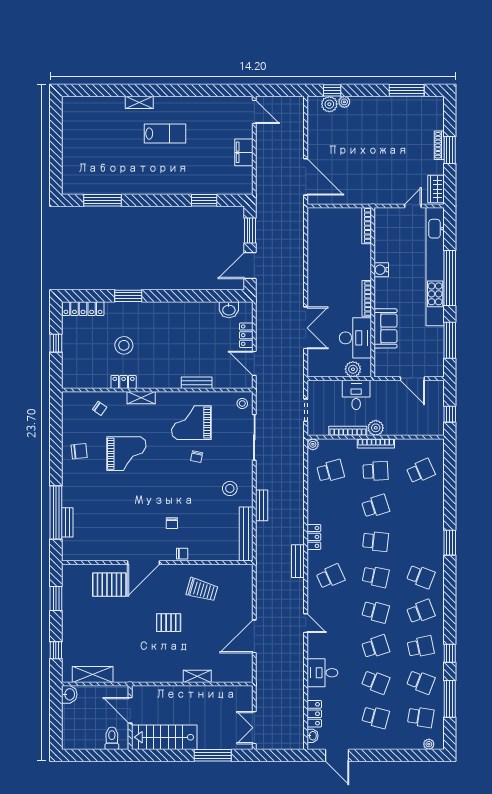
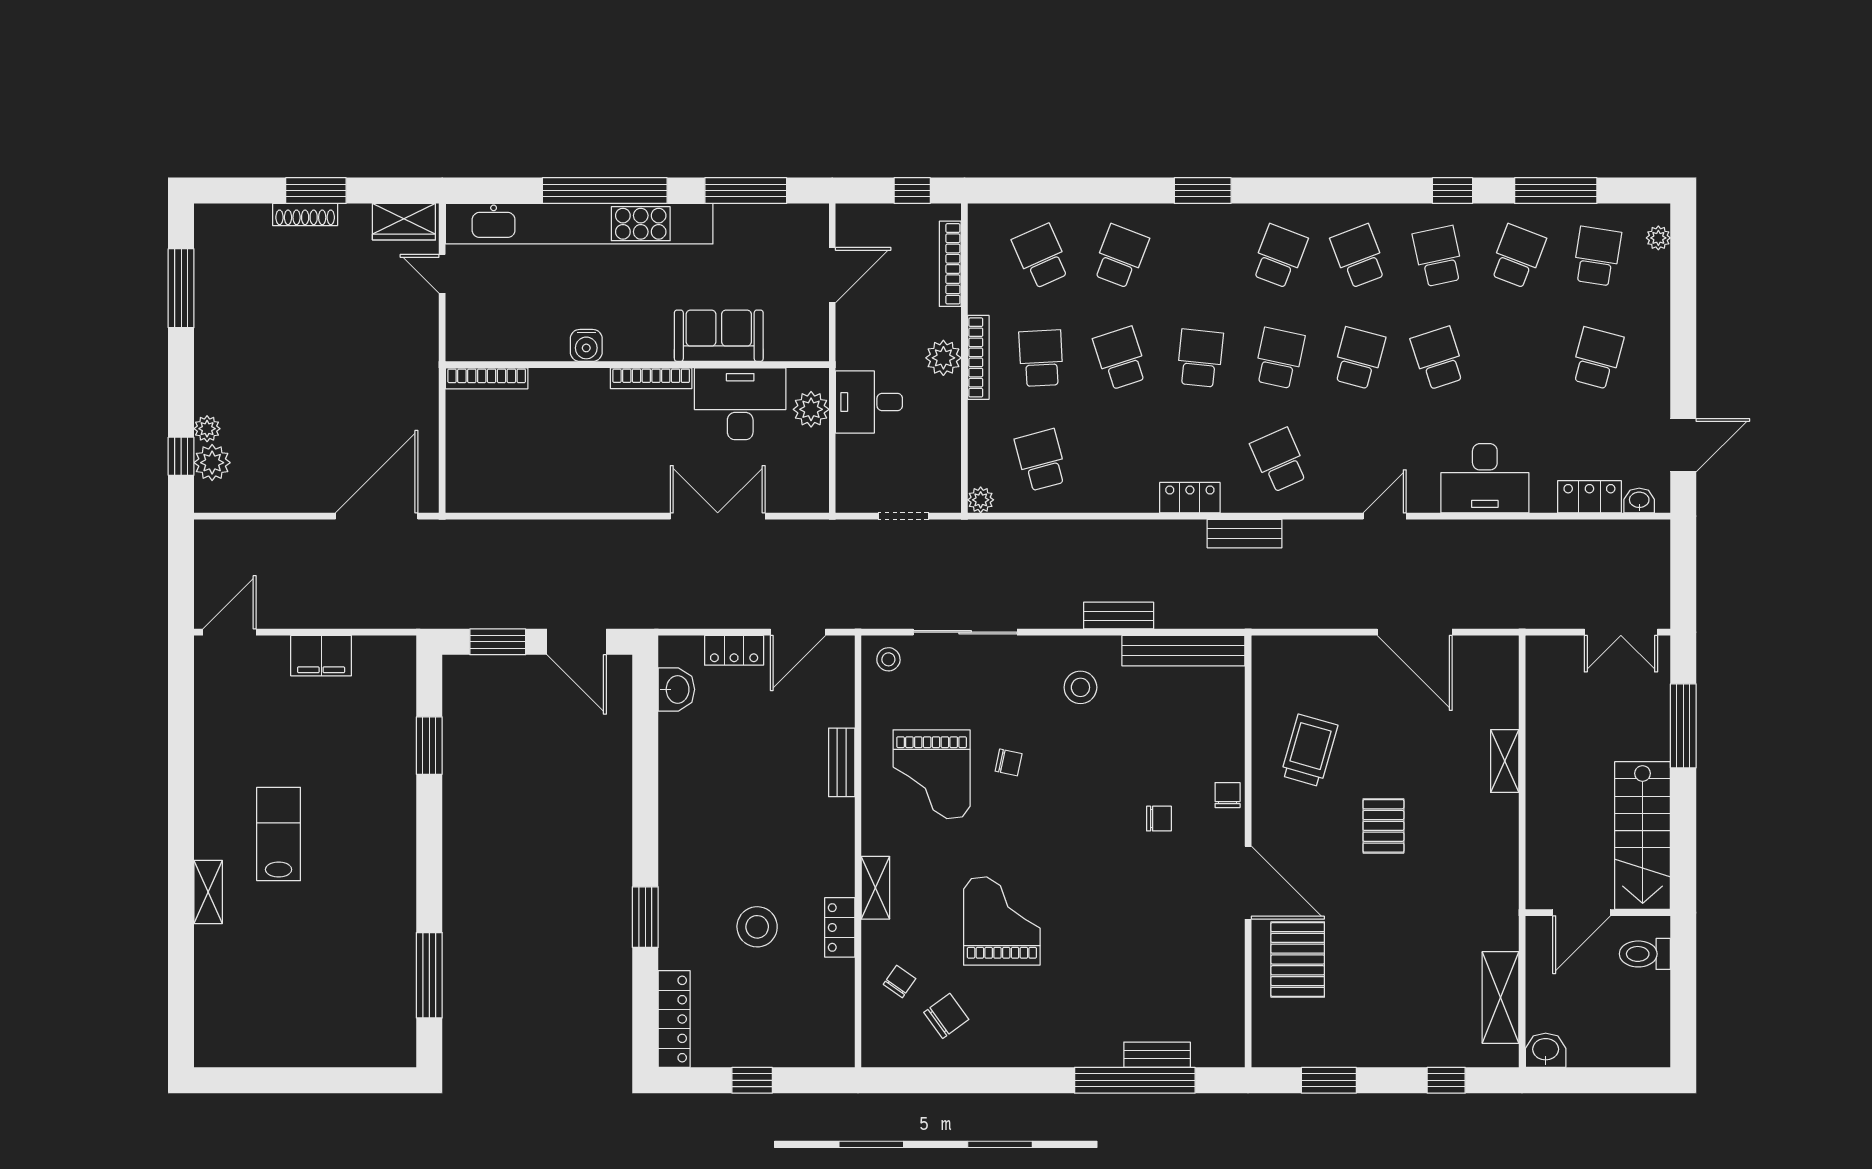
bookcase: (348, 431) -> (950, 264), moved
chair: (79, 451) -> (946, 1016), moved, turned 60
desk: (322, 673) -> (1485, 478), width x1.37
school desk: (376, 682) -> (1120, 256), moved

